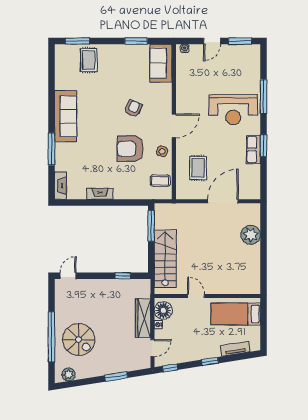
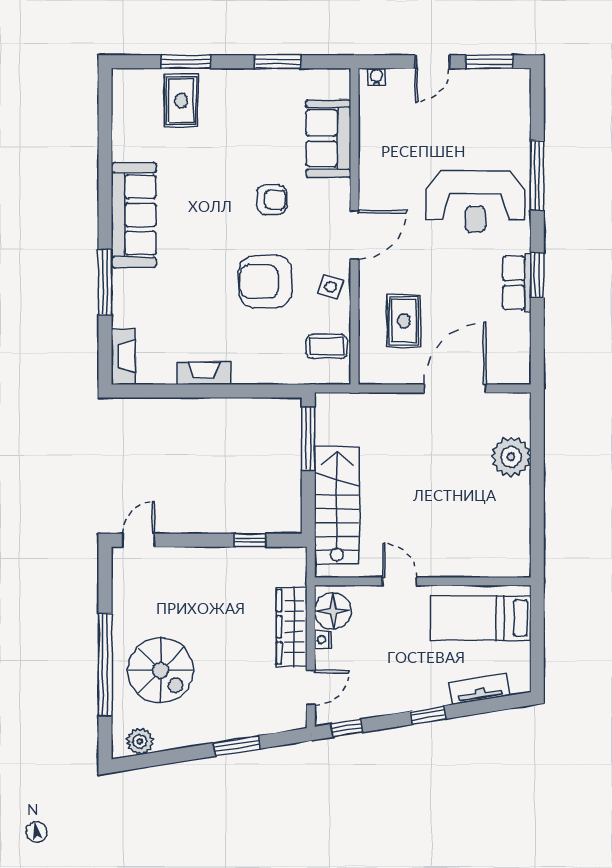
window: (77, 41) -> (186, 62), moved
sofa: (161, 63) -> (328, 138), moved
armchair: (133, 109) -> (272, 200), turned 67

